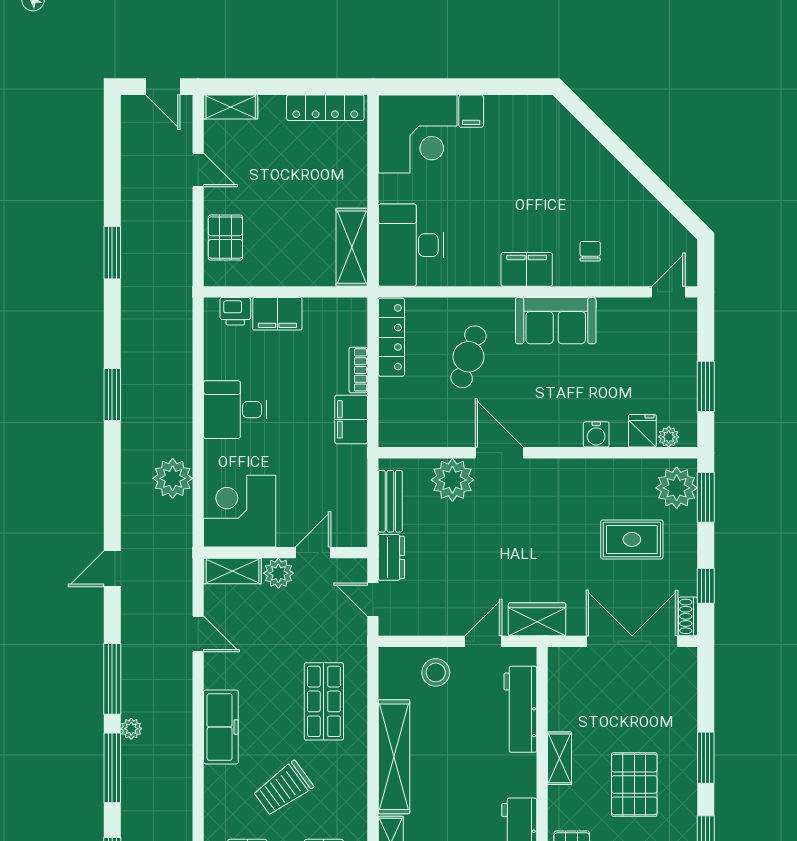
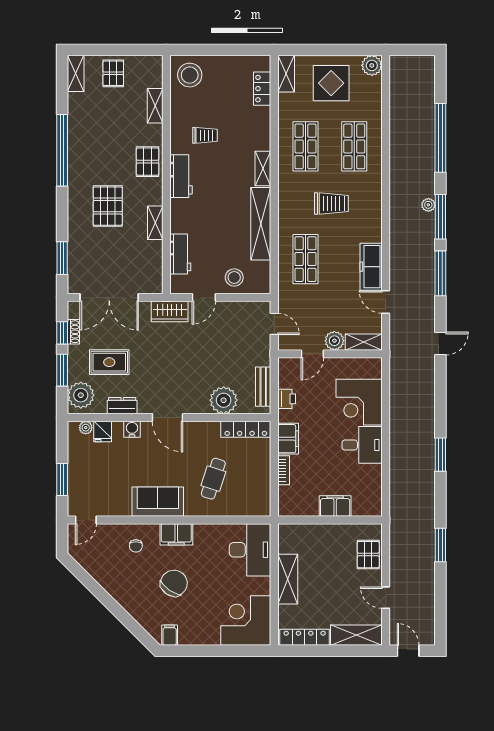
shelving: (231, 107) -> (356, 635), width x1.50, depth x1.33
filing cabinet: (471, 111) -> (170, 635), moved
chair: (530, 193) -> (174, 583), added
shelving: (352, 247) -> (288, 579), moved
printer: (235, 311) -> (287, 399), moved, turned 90
locker: (391, 337) -> (246, 429), moved, turned -90
window: (706, 386) -> (62, 480), moved
door: (499, 453) -> (167, 417), moved
plant: (173, 478) -> (402, 401), removed
window: (706, 497) -> (62, 370), moved
corner desk: (240, 511) -> (359, 402), moved, turned 90
dresser: (391, 557) -> (122, 406), moved, turned 90
shoe rack: (688, 616) -> (73, 332), moved
workbench: (520, 709) -> (180, 254), width x0.73
freezer: (221, 727) -> (371, 267), moved
plant: (131, 729) -> (428, 205), moved
window: (706, 758) -> (62, 258), moved
trolley: (283, 788) -> (331, 204), turned 36

